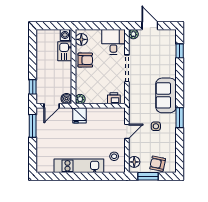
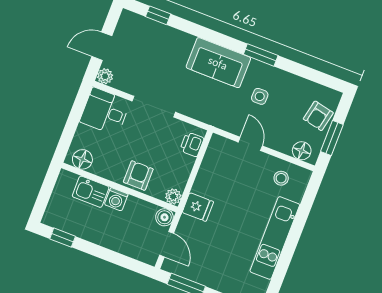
washing machine: (66, 35) -> (116, 199), moved
armchair: (85, 60) -> (138, 175), moved
window: (33, 87) -> (63, 238), moved

